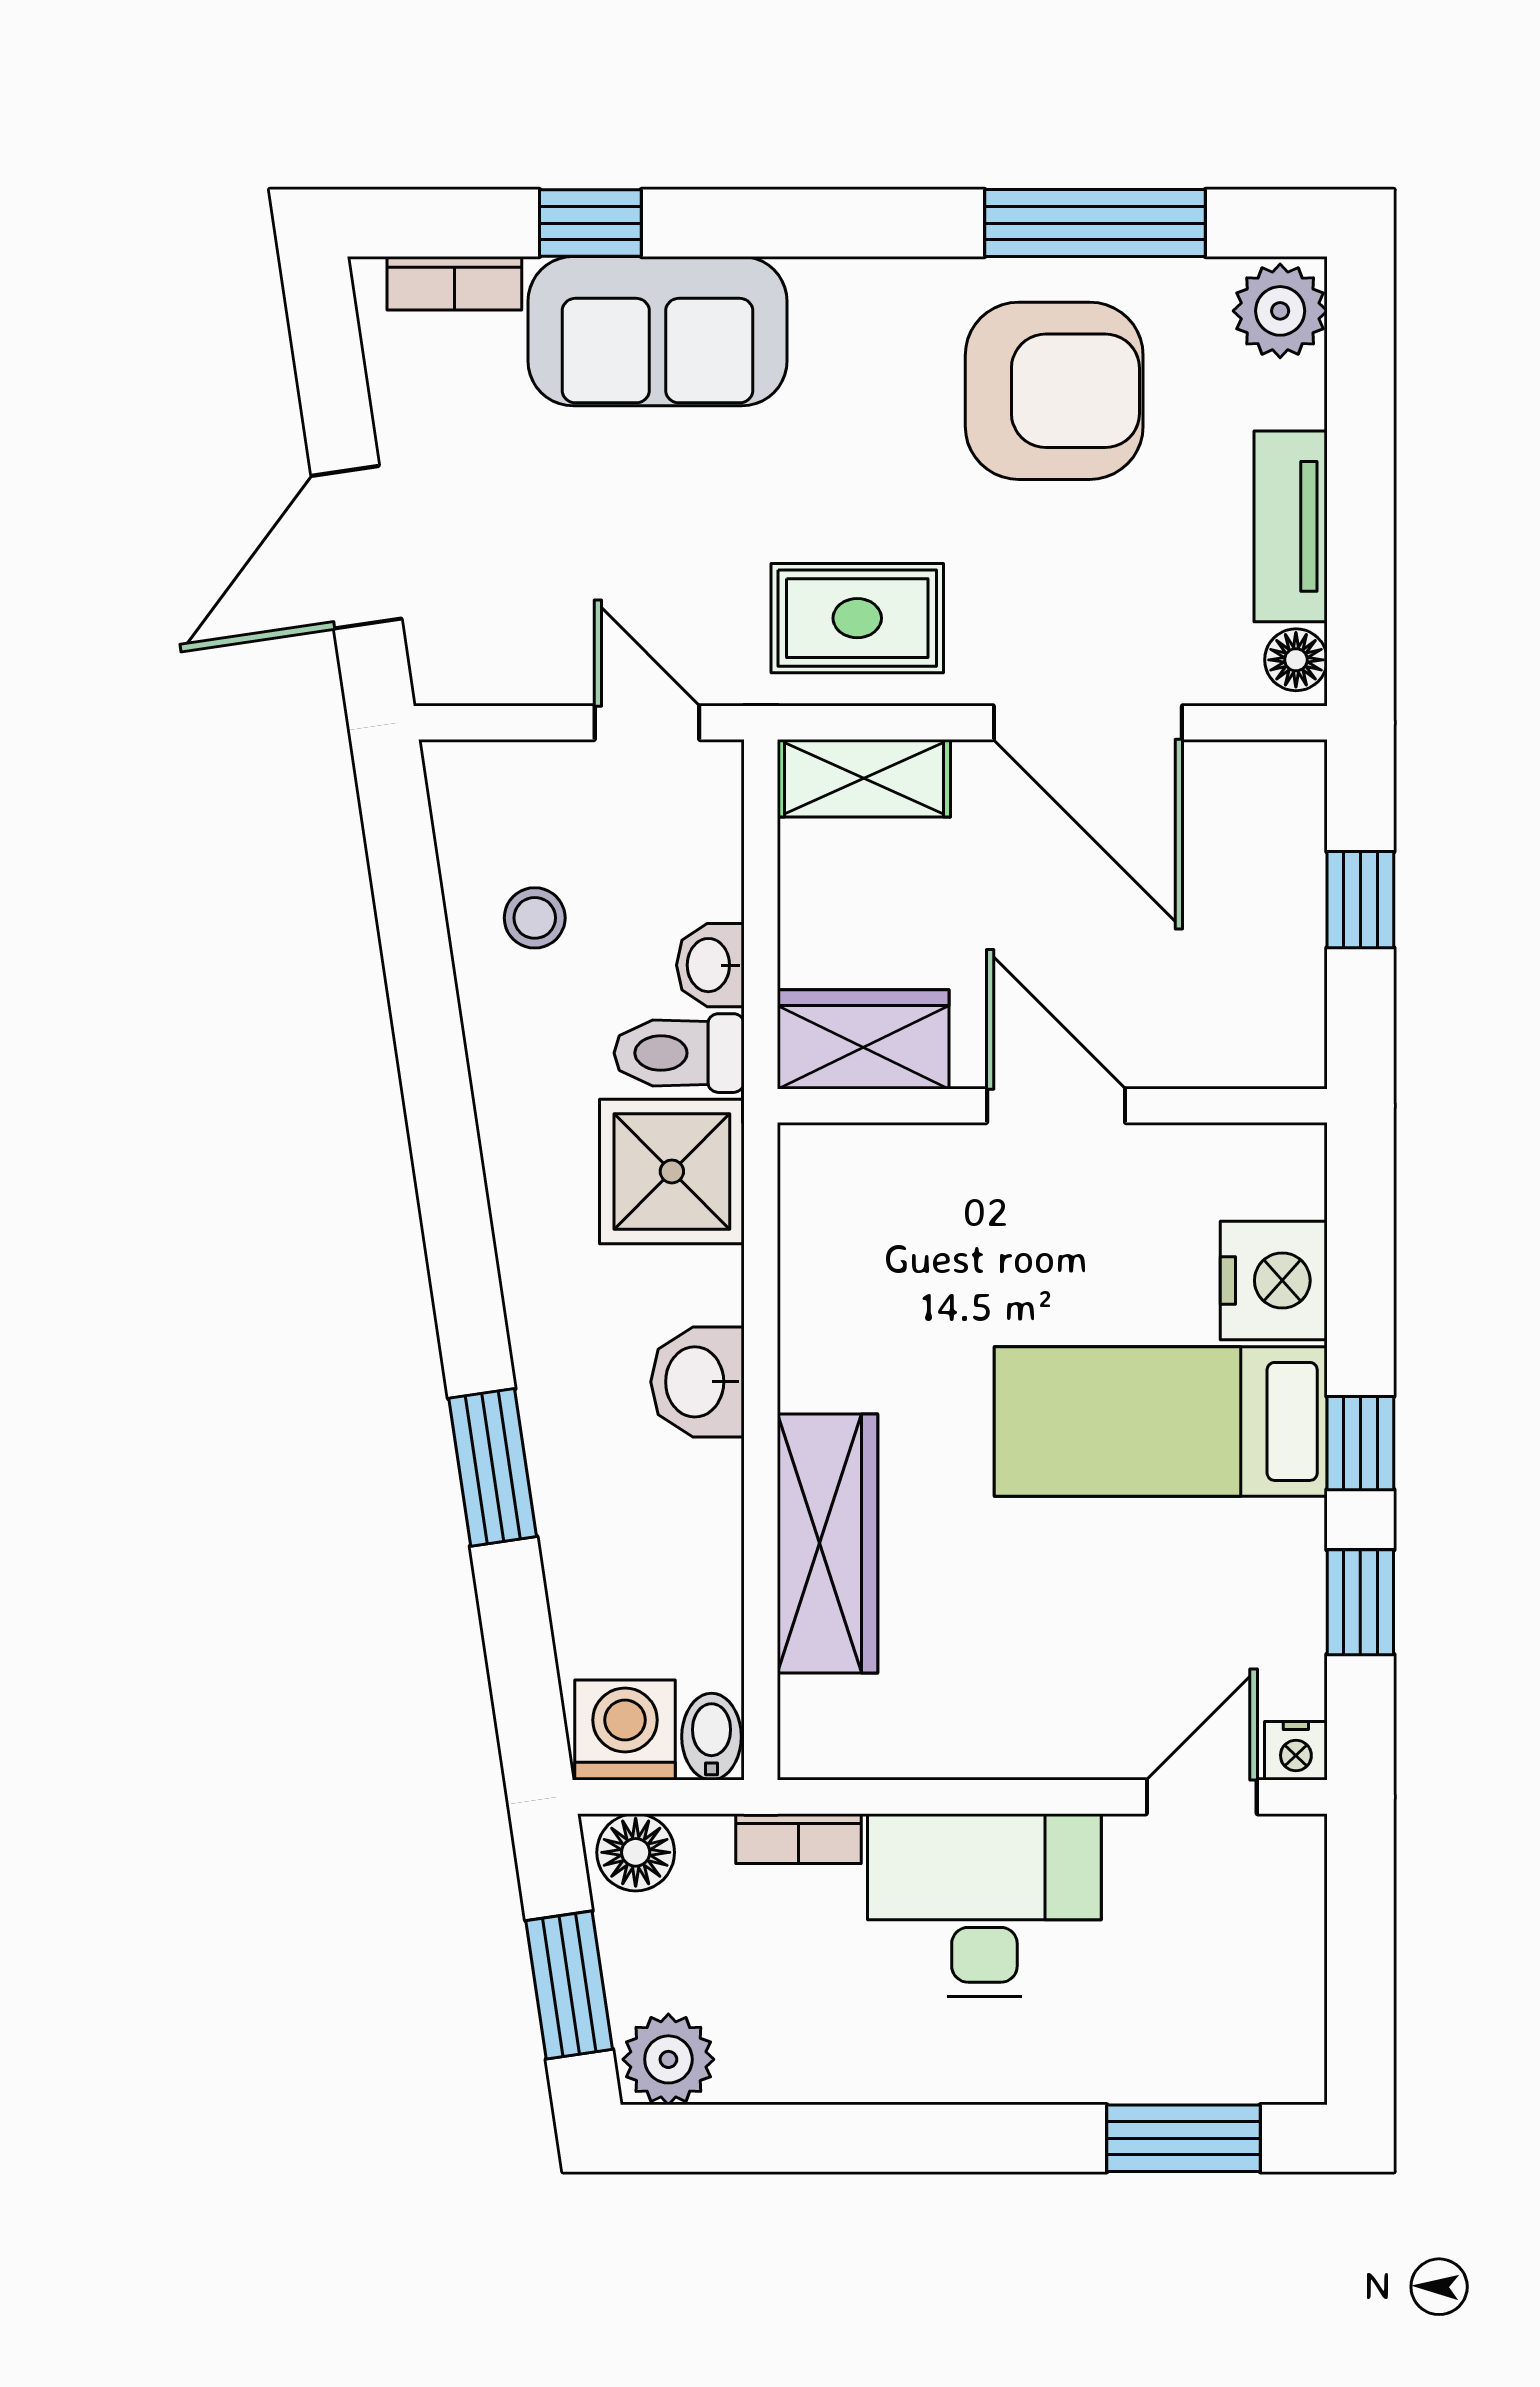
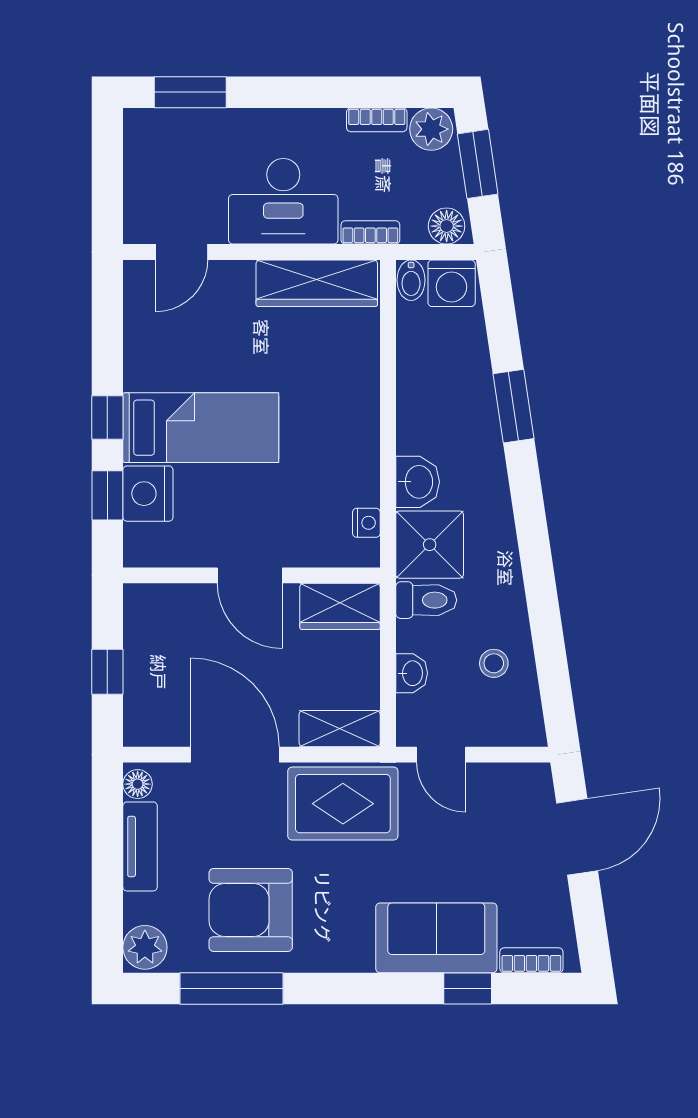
rug: (857, 618) -> (343, 804), width x1.36, depth x1.43
washbasin: (710, 965) -> (412, 673), moved
washbasin: (698, 1382) -> (418, 482), moved
wardrobe: (828, 1544) -> (317, 283), moved, turned -90
window: (1360, 1602) -> (107, 495), moved
nightstand: (1296, 1751) -> (366, 523), moved, turned 90
bookcase: (785, 2079) -> (377, 120), added

